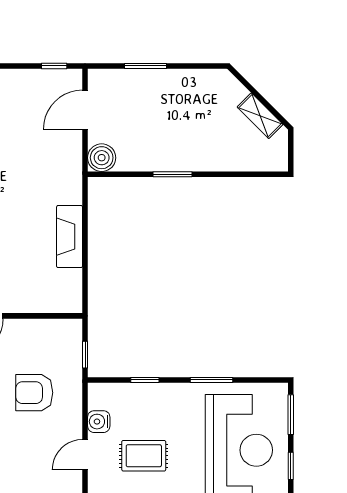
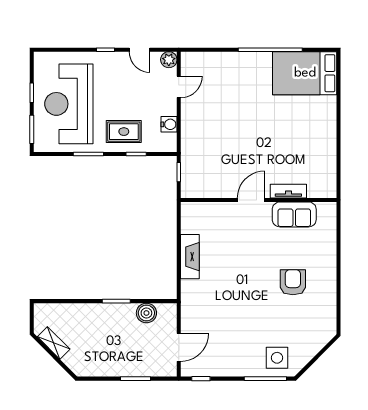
boiler: (102, 158) -> (146, 313), moved
armchair: (34, 393) -> (215, 145), removed
door: (85, 455) -> (179, 87), moved
rug: (144, 456) -> (124, 132), moved

